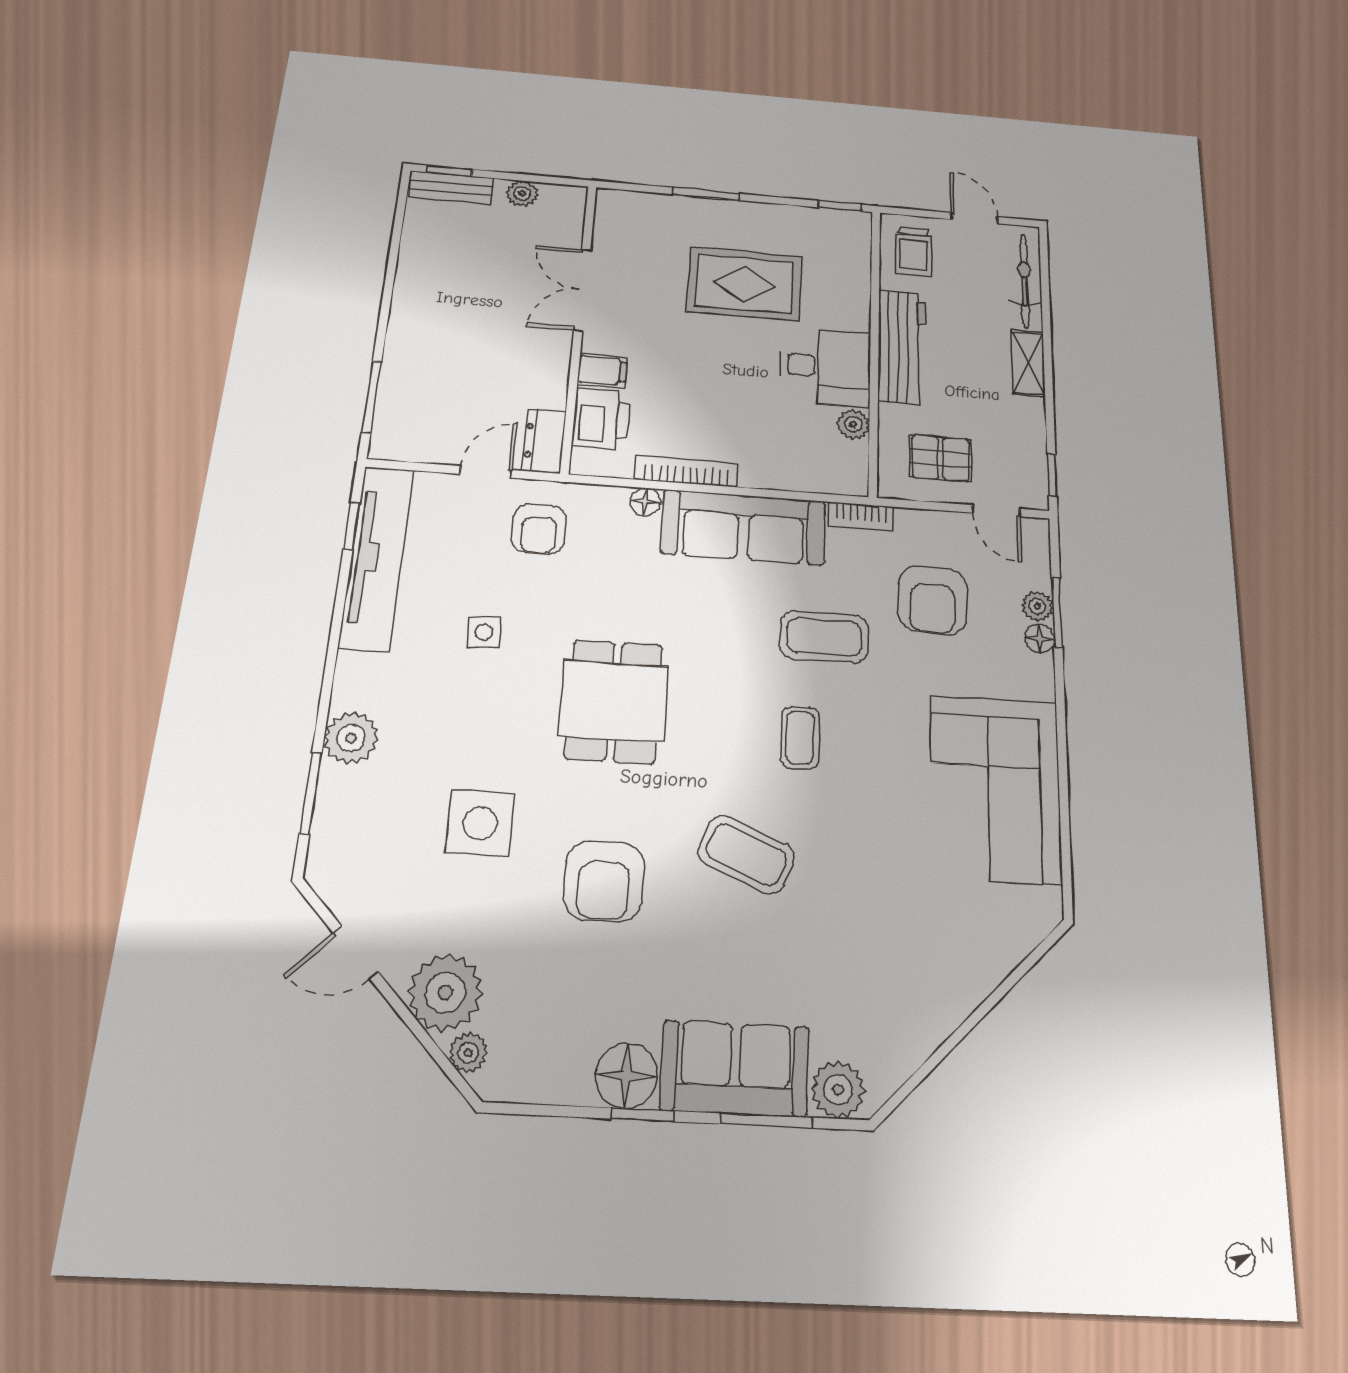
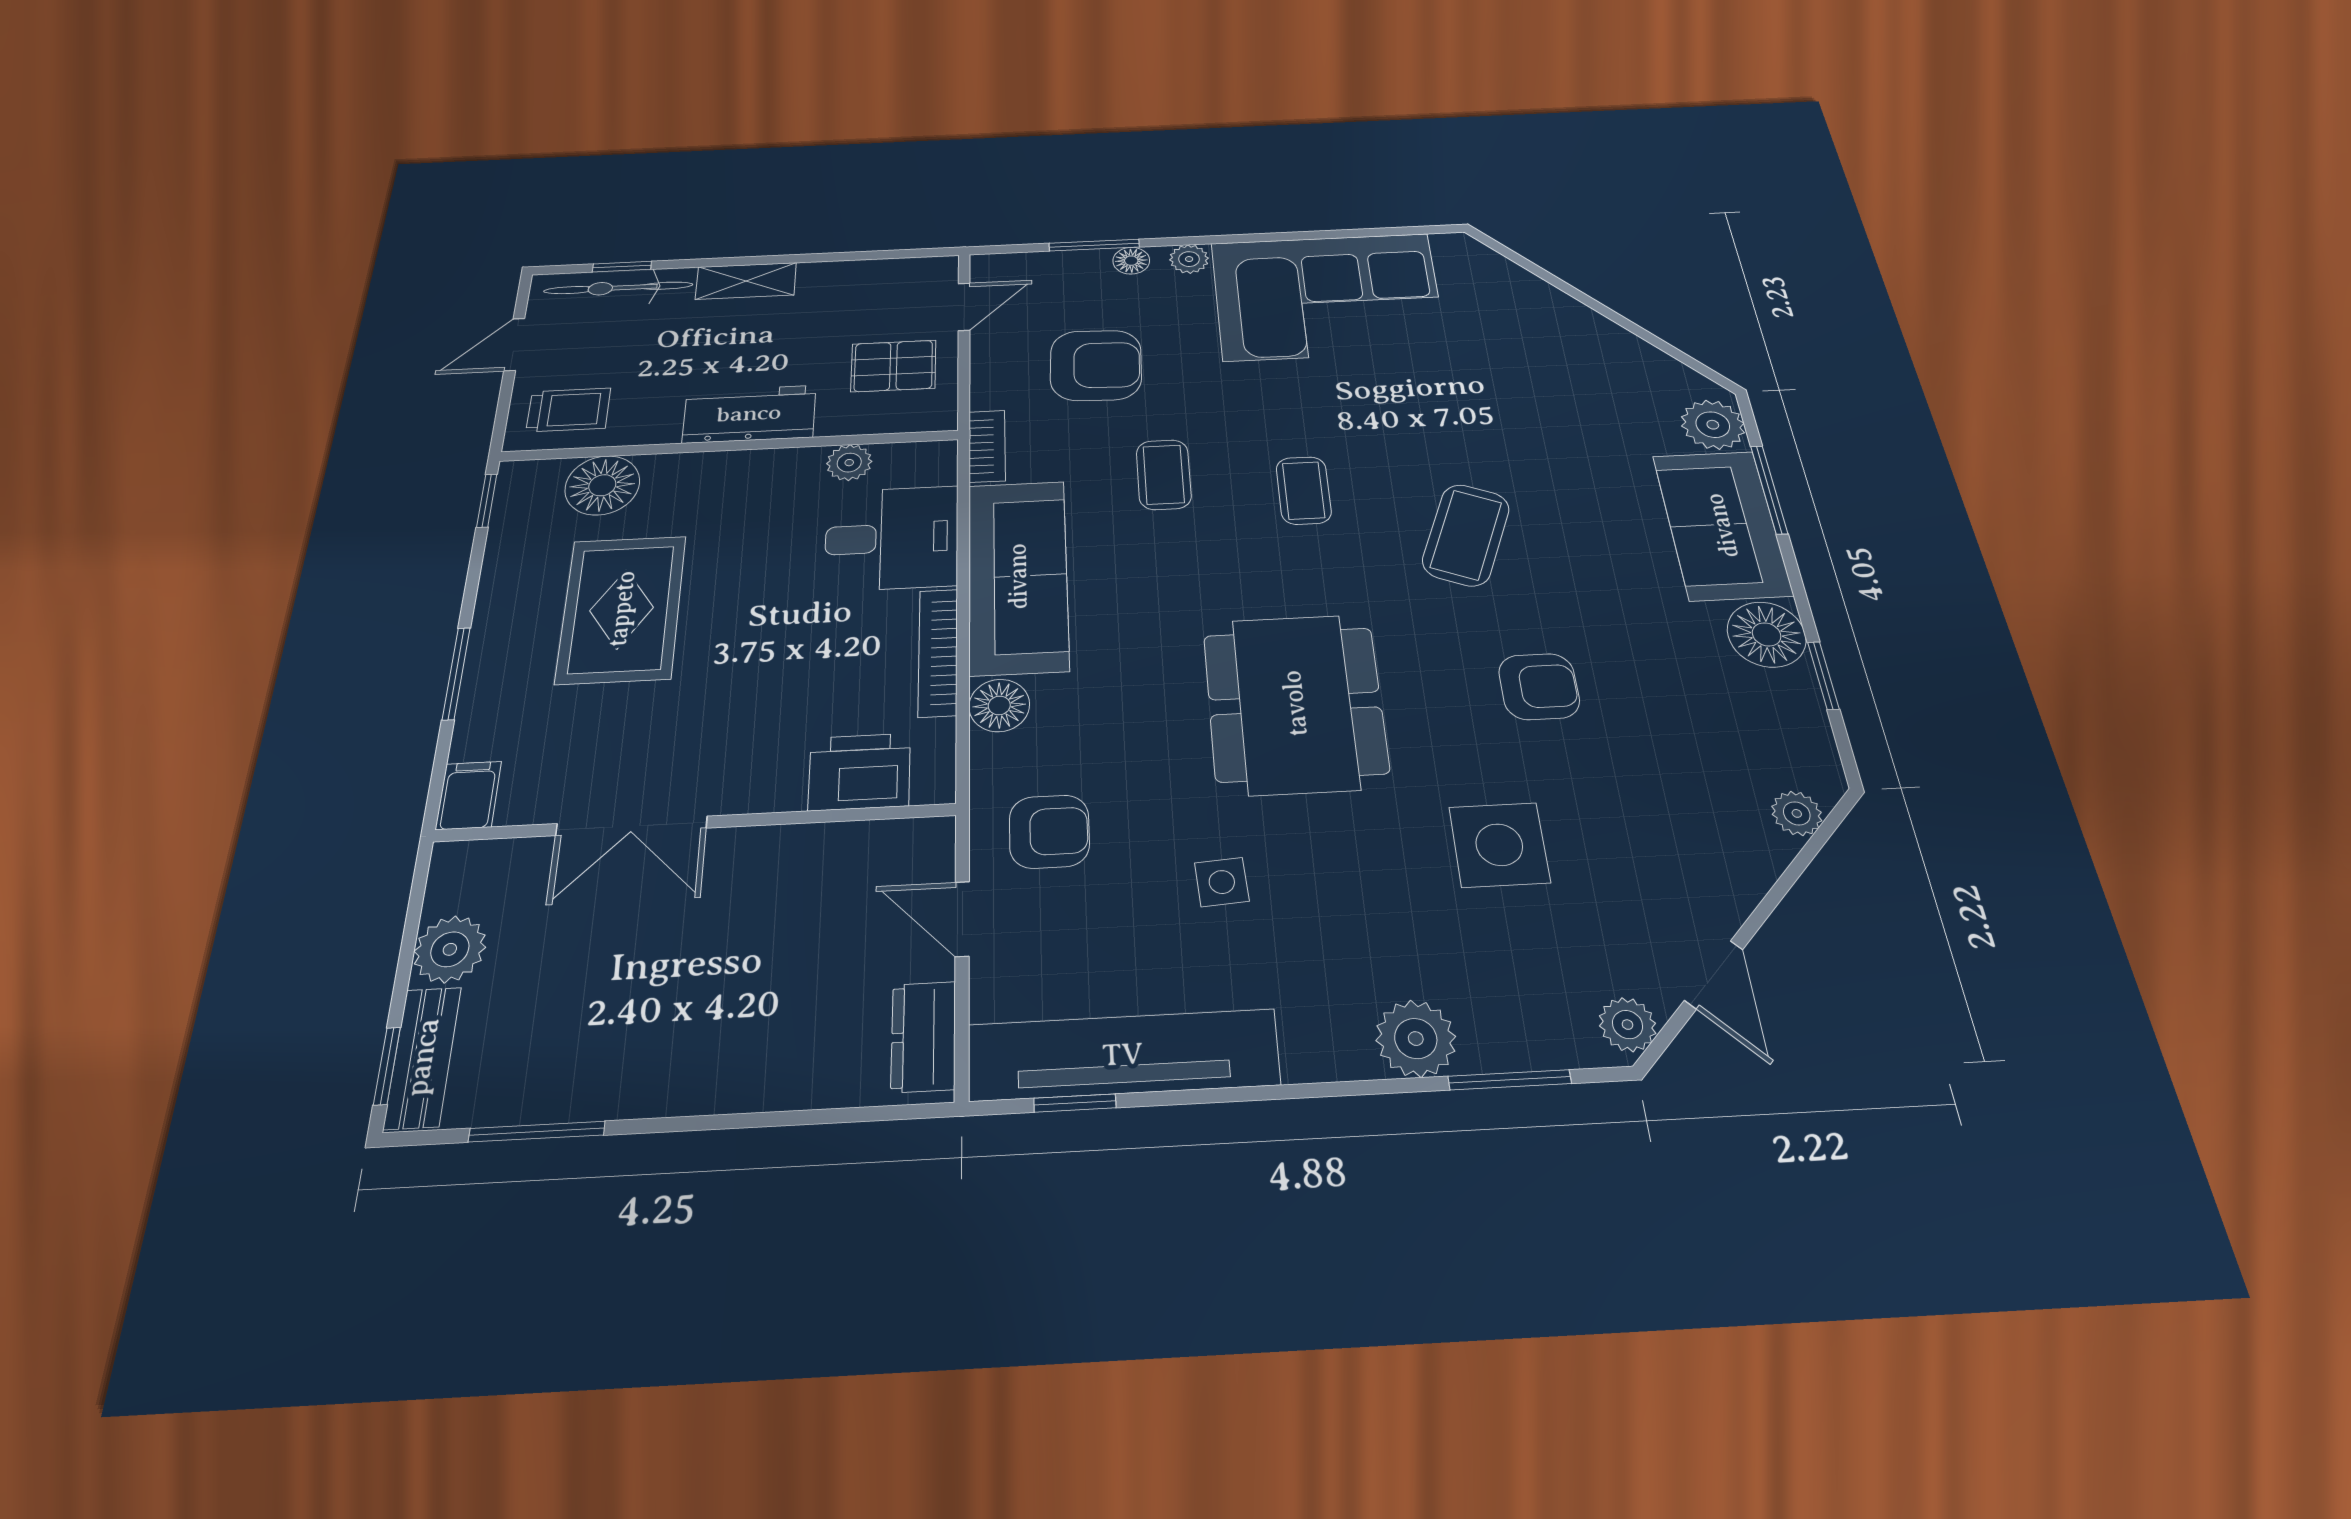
plant: (522, 194) -> (450, 949), width x1.38, depth x1.38
floor lamp: (847, 272) -> (602, 485), added
workbench: (902, 347) -> (749, 414), width x0.73
desk: (825, 367) -> (892, 538), moved, turned 90
filing cabinet: (602, 371) -> (469, 795), moved
window: (372, 397) -> (537, 1132), moved
dresser: (544, 441) -> (923, 1037), moved, turned 90
pallet: (941, 458) -> (893, 366), turned 90
window: (1052, 475) -> (622, 267), moved
floor lamp: (645, 502) -> (999, 705), width x1.37, depth x1.37
plant: (1037, 606) -> (1189, 259), moved
coffee table: (824, 637) -> (1164, 475), width x0.73, depth x0.77
dining table: (614, 701) -> (1295, 703), width x1.38
coffee table: (800, 738) -> (1304, 490), turned 90
armchair: (604, 881) -> (1539, 687), width x0.72, depth x0.72
plant: (445, 993) -> (1628, 1025), moved, width x0.53, depth x0.53
window: (643, 1115) -> (1823, 676), moved

